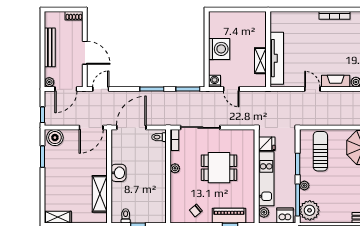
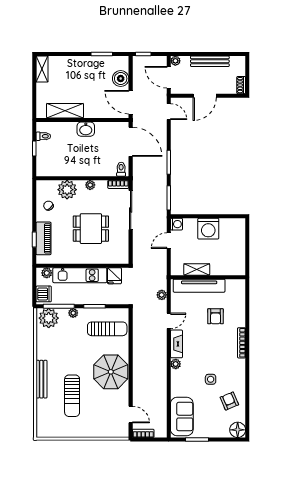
armchair: (308, 42) -> (215, 316), added
plant: (286, 96) -> (162, 295), added
boiler: (55, 138) -> (121, 79), moved
dining table: (219, 168) -> (91, 229), turned 90
plant: (180, 192) -> (67, 190), added

